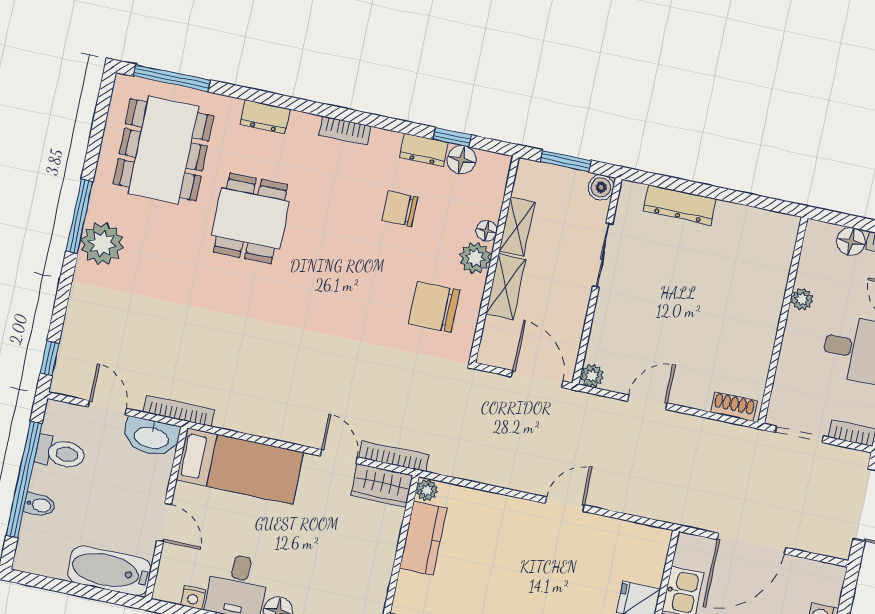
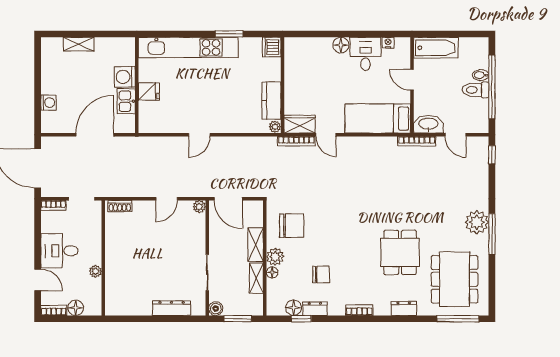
toilet: (60, 453) -> (476, 90), moved

